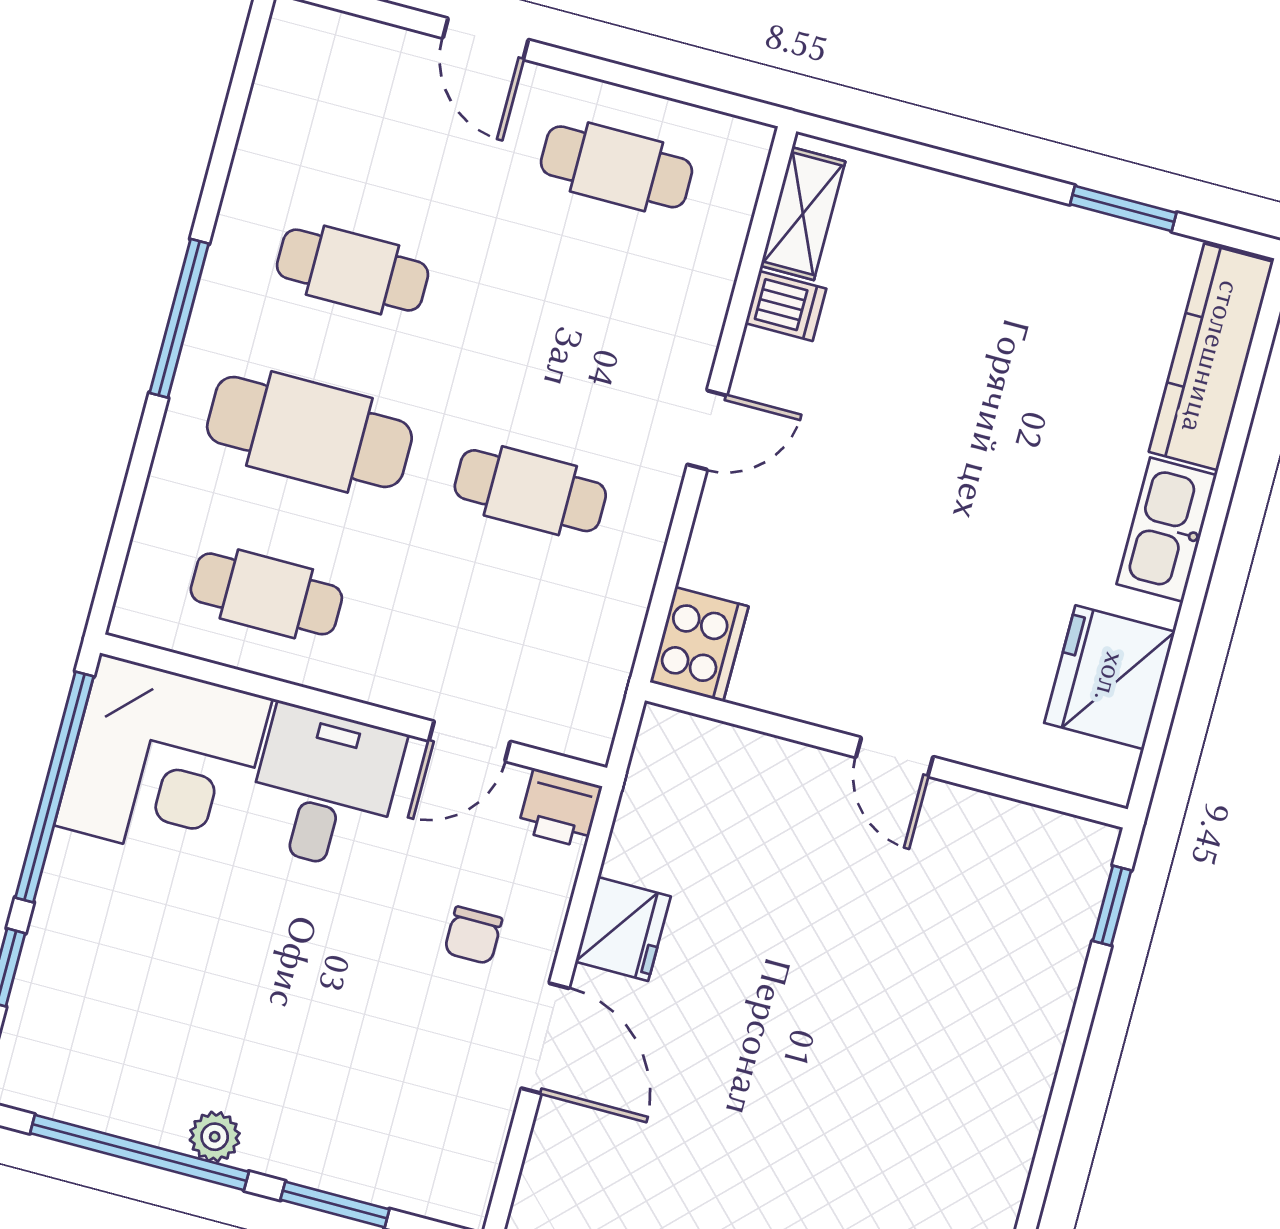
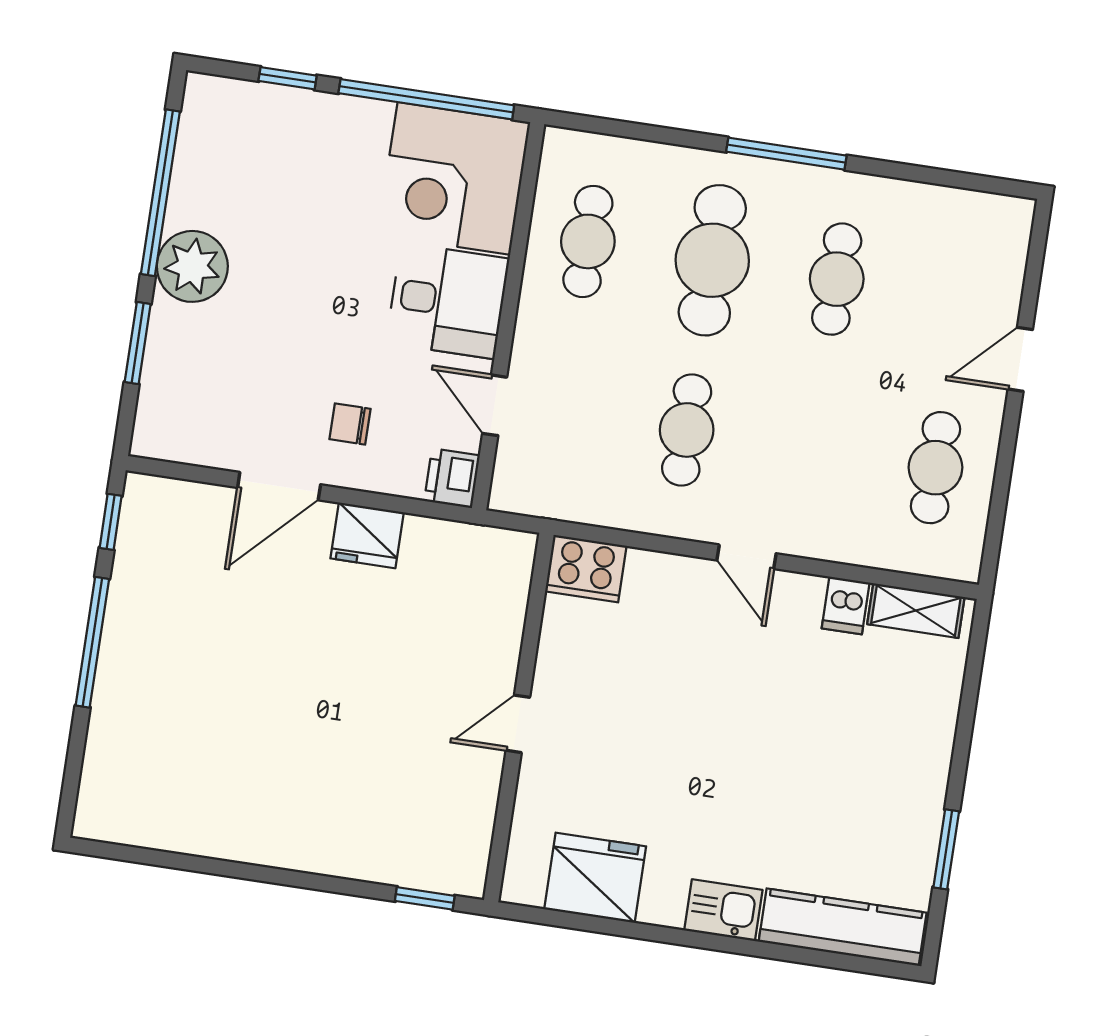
kitchen sink: (1167, 530) -> (723, 910), width x0.73
plant: (215, 1137) -> (192, 266), width x1.87, depth x1.87

